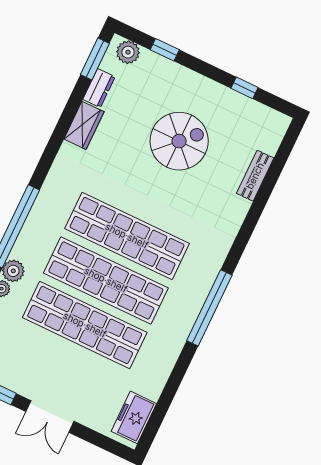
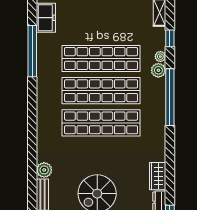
plant: (237, 209) -> (44, 170), added
window: (209, 308) -> (32, 51), moved

